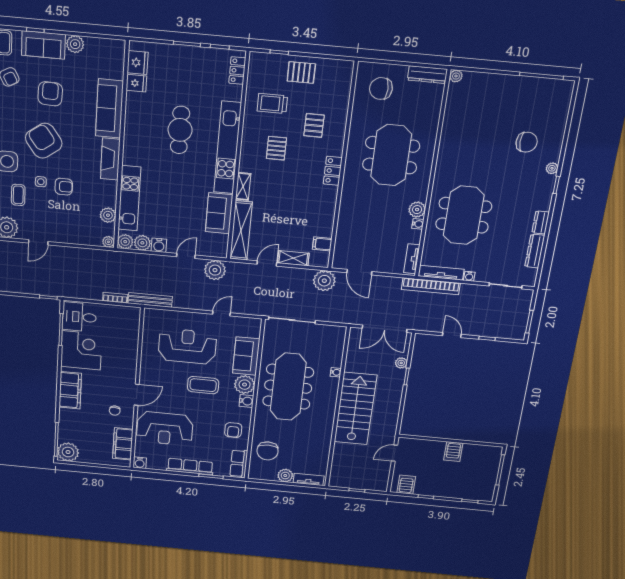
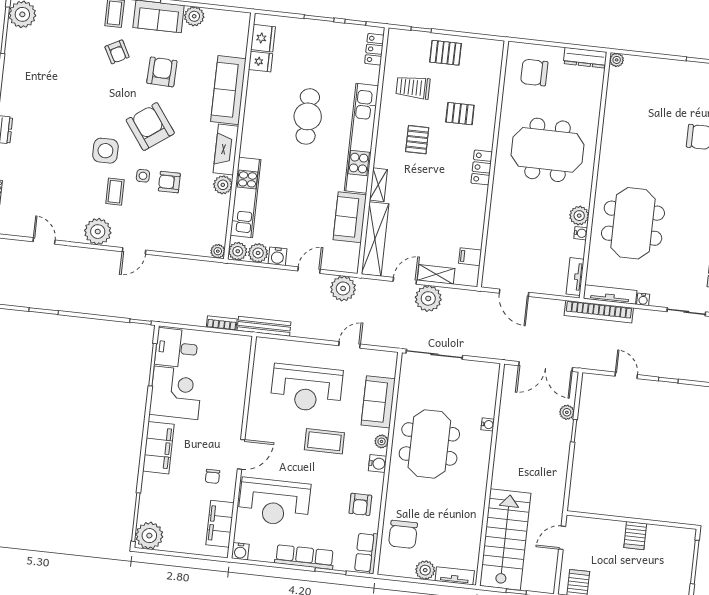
pallet: (314, 125) -> (460, 114), turned 90
meeting table: (391, 155) -> (548, 150), turned 90
armchair: (64, 187) -> (169, 182), turned 180
plant: (108, 215) -> (223, 185), moved
plant: (324, 281) -> (428, 298), moved
reception desk: (187, 346) -> (307, 388), turned 180
plant: (245, 385) -> (382, 441), width x0.53, depth x0.53
meeting table: (288, 387) -> (429, 444), width x0.73
stairs: (355, 409) -> (505, 539), moved

